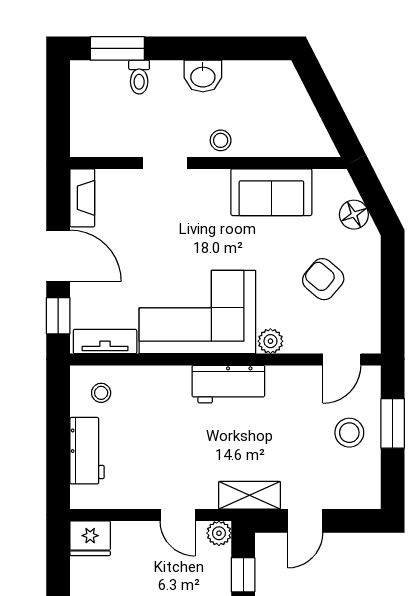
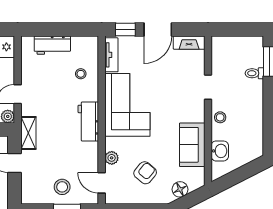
washbasin: (203, 76) -> (220, 151), moved, turned 180
plant: (270, 341) -> (112, 158), moved
stool: (101, 393) -> (81, 74), moved

